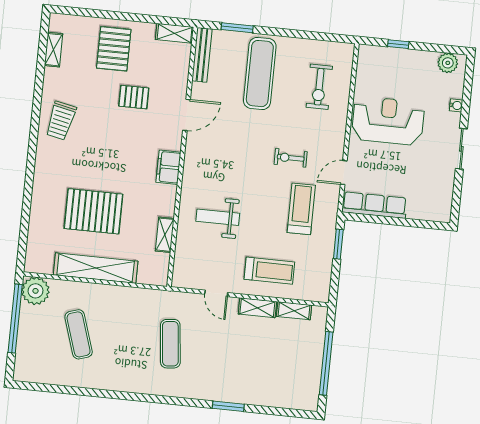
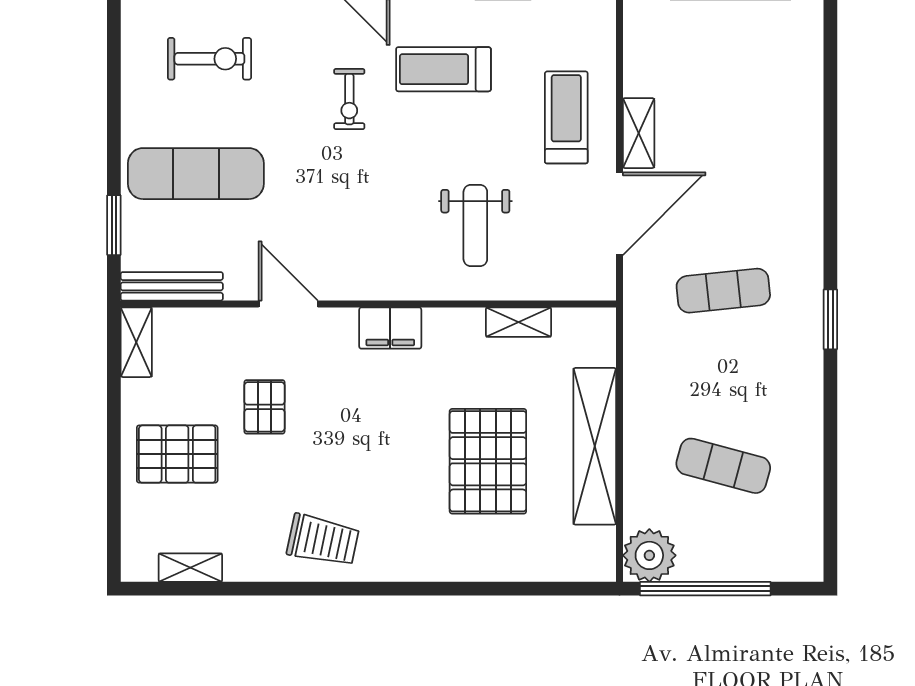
door: (216, 293) -> (619, 214), width x1.88
shelving: (294, 311) -> (637, 63), removed
exercise mat: (79, 334) -> (723, 466), turned 33
window: (228, 406) -> (830, 319), moved

